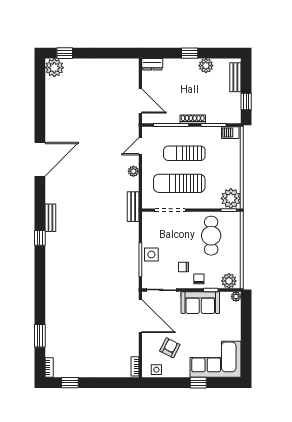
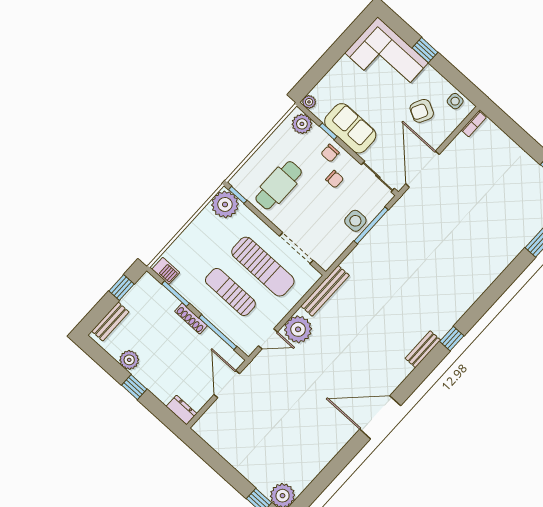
sun lounger: (184, 153) -> (230, 292), turned 180
plant: (133, 171) -> (298, 329), width x1.87, depth x1.87
bench: (133, 207) -> (325, 291), width x1.36

